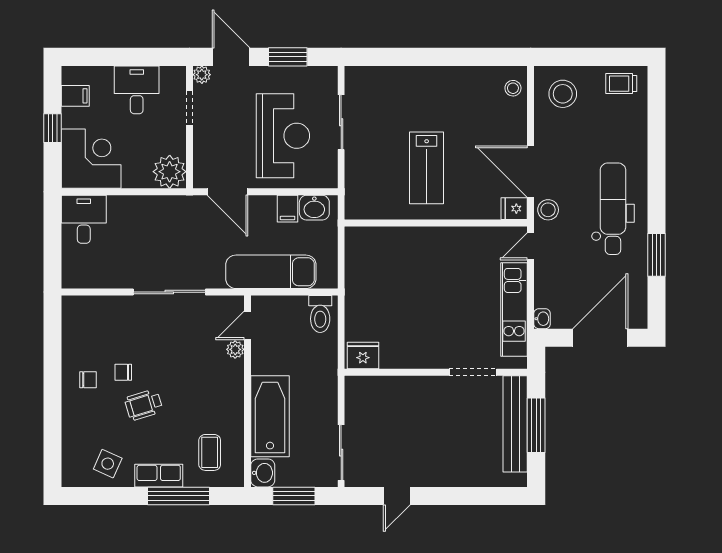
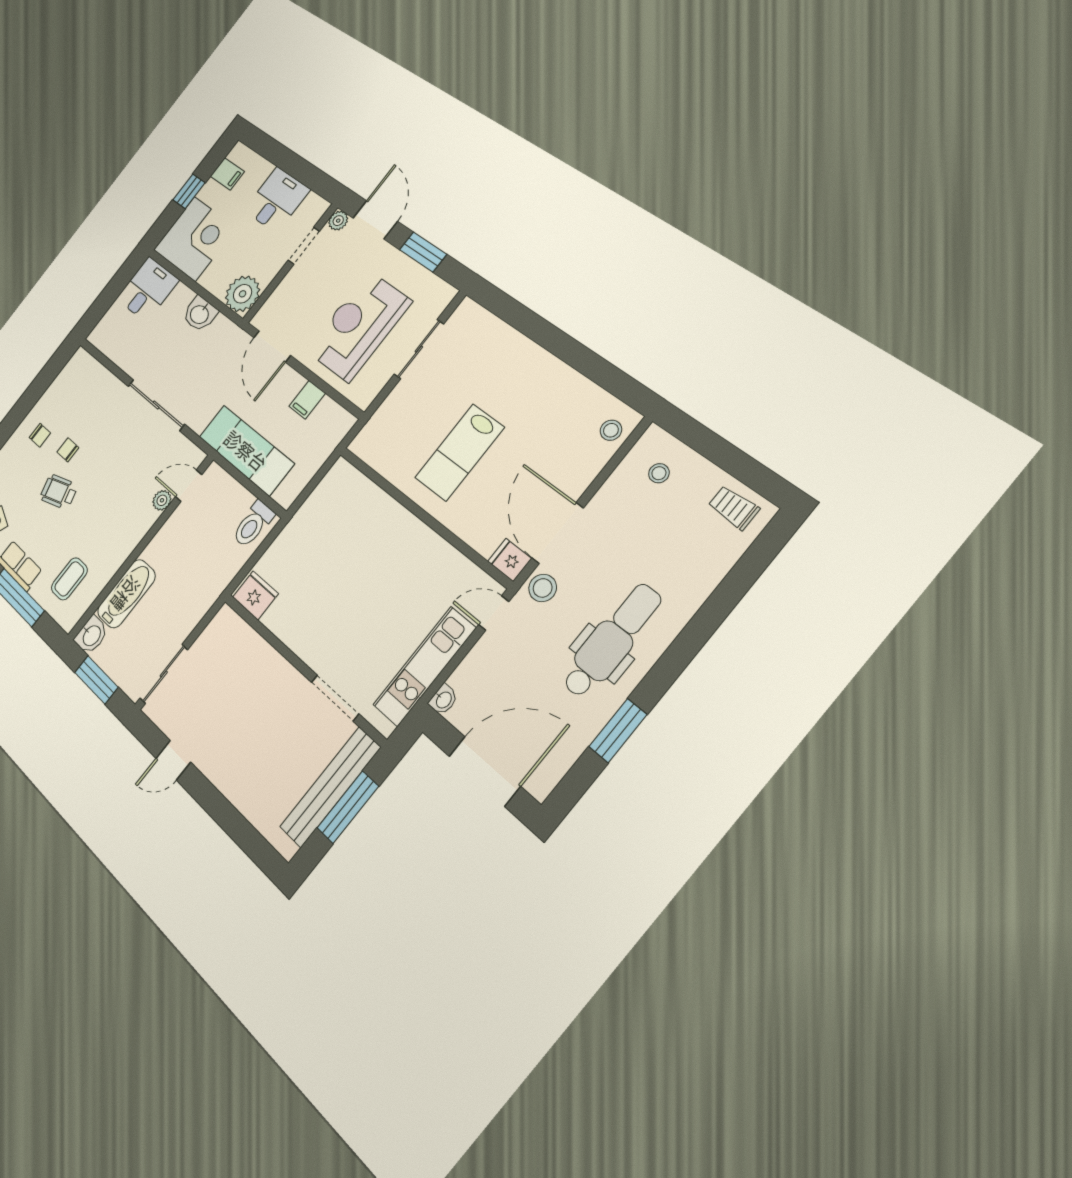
stool: (563, 94) -> (659, 473), width x0.53, depth x0.53
reception desk: (283, 136) -> (359, 326), turned 180
washbasin: (314, 208) -> (200, 314), moved
bathtub: (270, 416) -> (126, 594), width x0.73, depth x0.73

